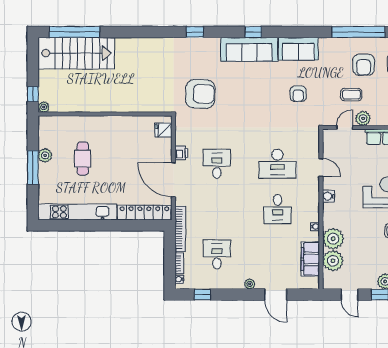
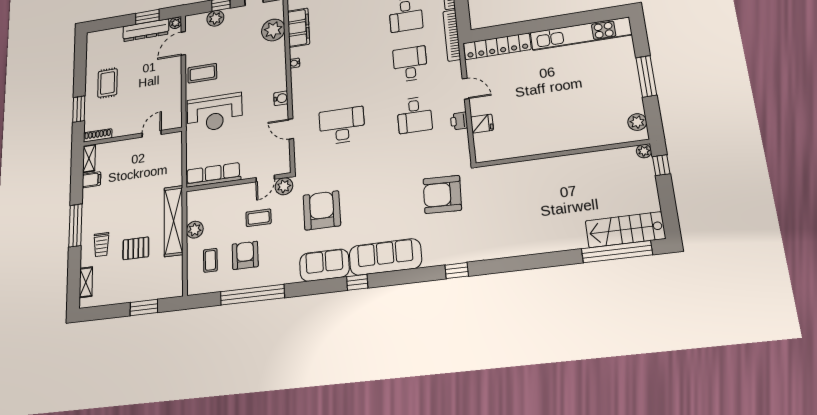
window: (253, 32) -> (357, 282), moved
stairs: (76, 53) -> (625, 230), width x0.73, depth x0.66
armchair: (298, 94) -> (322, 210), width x1.88, depth x1.88
plant: (363, 118) -> (284, 186), moved
fridge: (163, 130) -> (482, 124), moved
plant: (45, 155) -> (637, 122), moved
cafe table: (83, 158) -> (583, 96), removed
door: (173, 180) -> (466, 89), width x0.53
desk: (277, 209) -> (410, 64), moved
plant: (333, 239) -> (274, 53), removed

